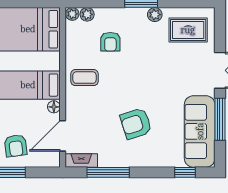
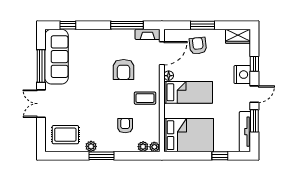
armchair: (136, 124) -> (124, 69), moved, turned 108

